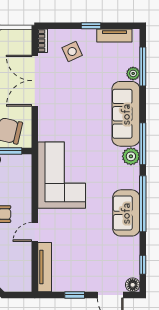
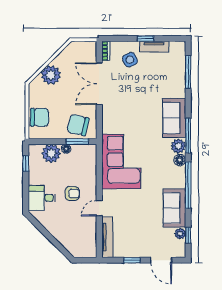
tv unit: (114, 36) -> (154, 47), moved
plant: (133, 73) -> (180, 234), moved
sofa: (126, 114) -> (174, 118), width x0.73
sofa: (126, 213) -> (174, 208), moved
floor lamp: (133, 285) -> (180, 160), moved

